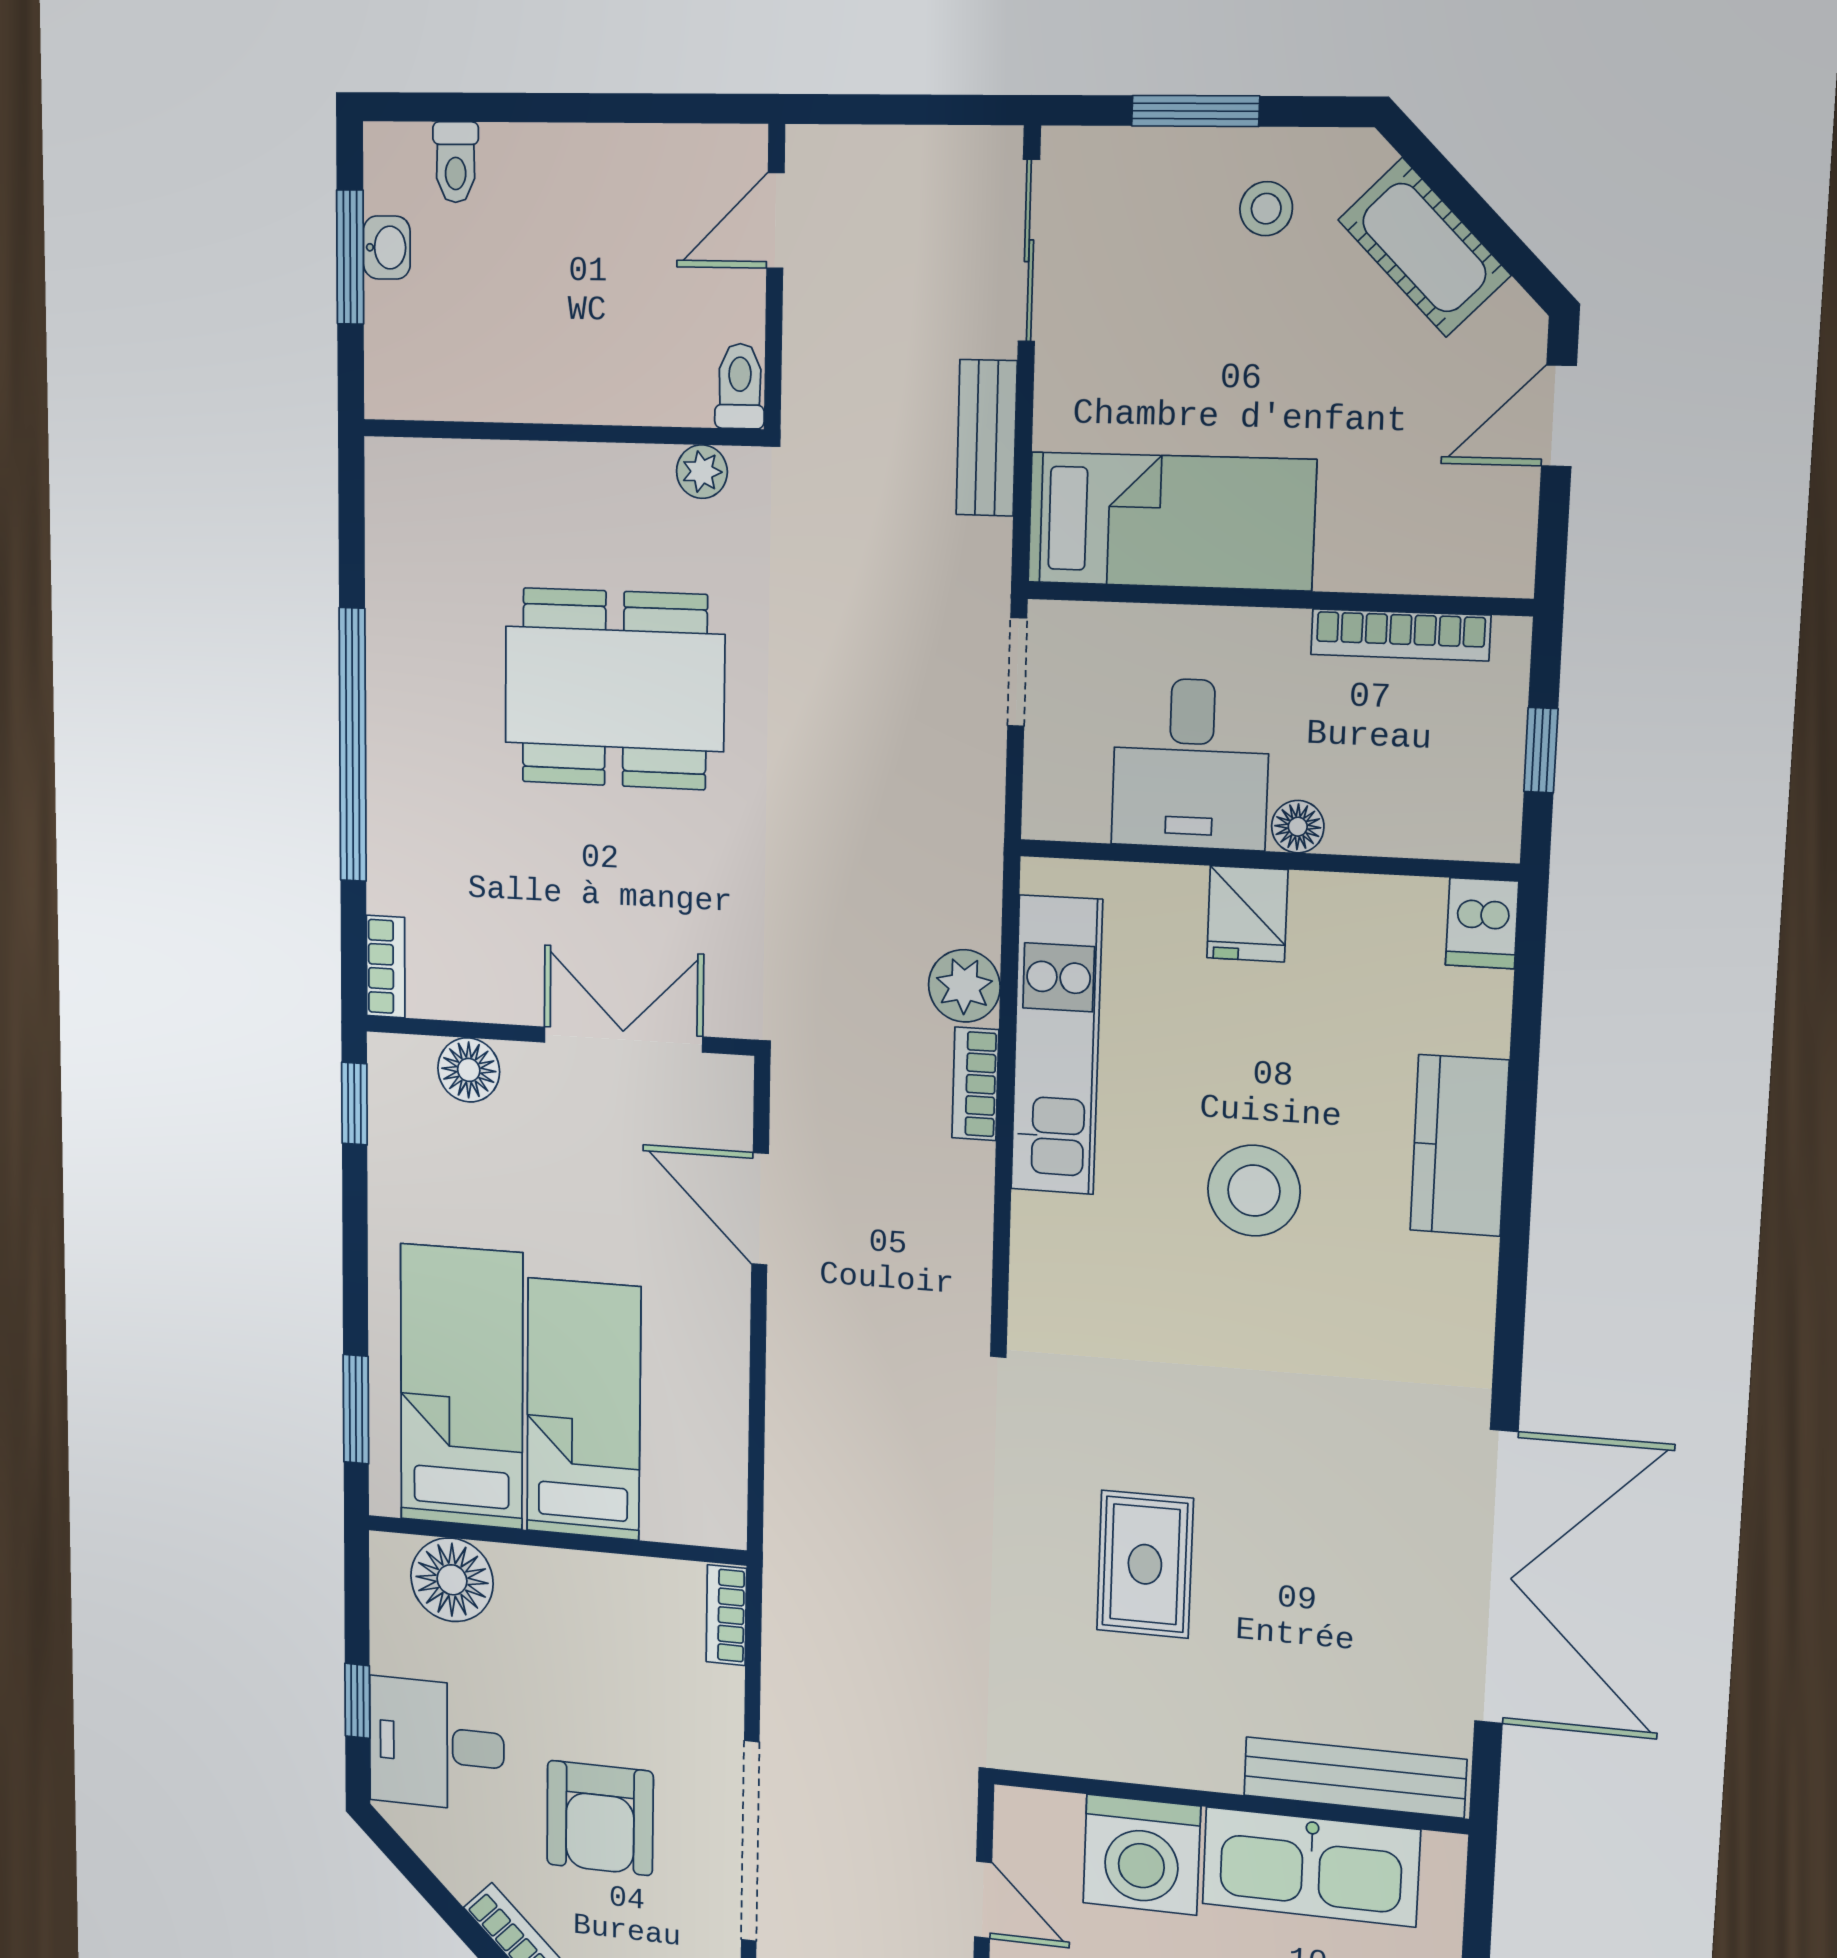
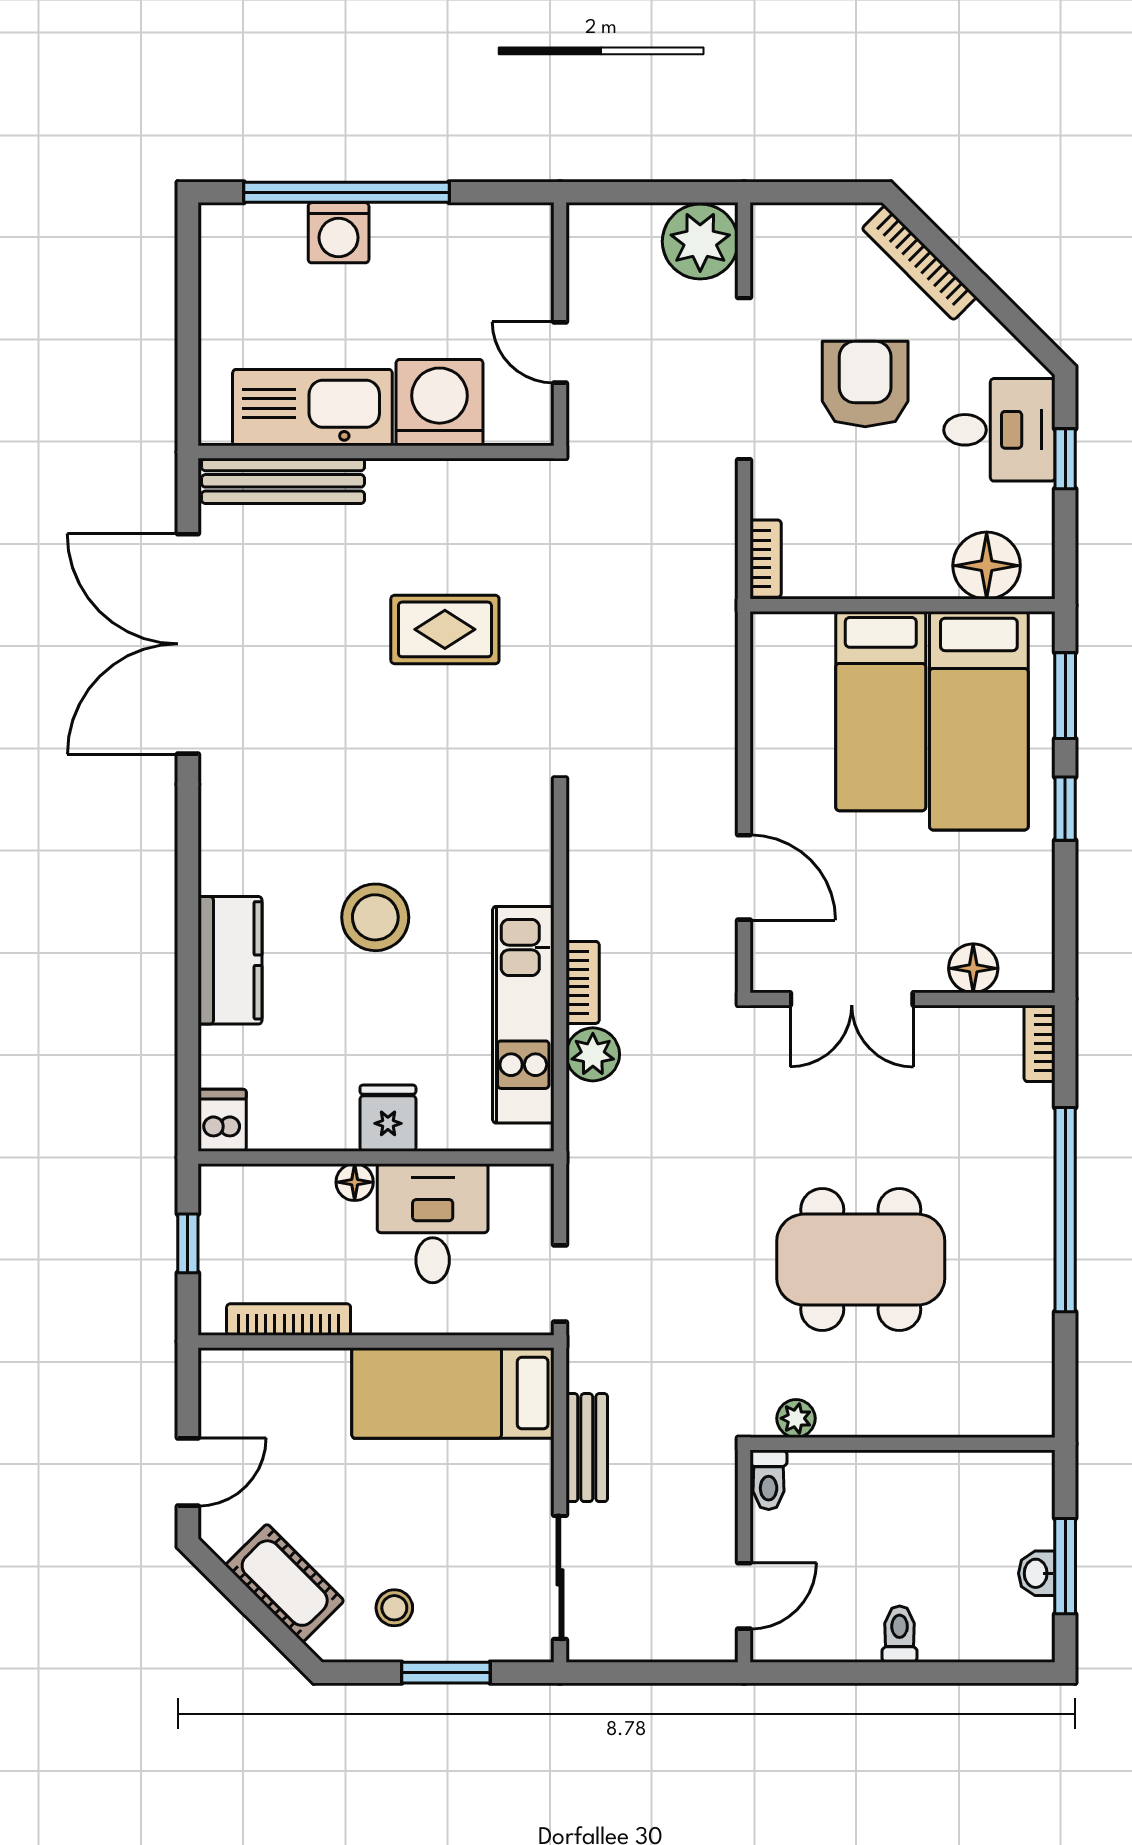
toilet: (456, 162) -> (900, 1634), moved
window: (354, 1104) -> (1065, 809), moved
rug: (1145, 1564) -> (445, 629), turned 90

